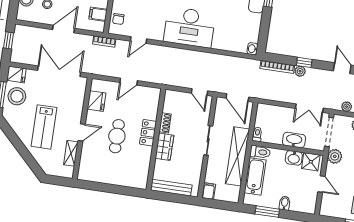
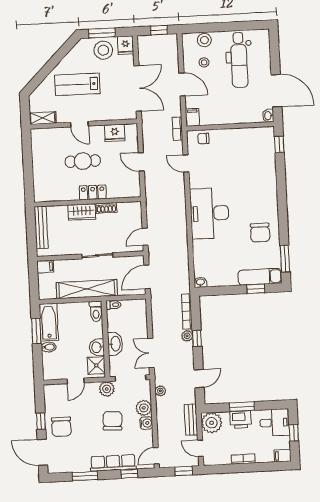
filing cabinet: (98, 14) -> (192, 117), moved
shelving: (71, 153) -> (43, 118), moved
bathtub: (255, 176) -> (49, 322), moved, turned -90

